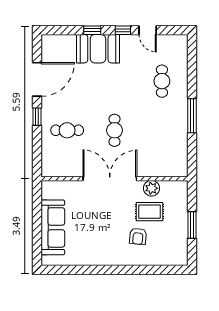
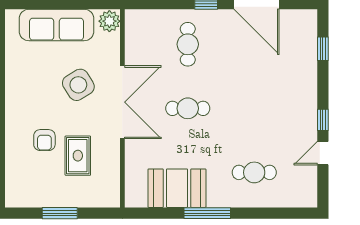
window: (92, 30) -> (323, 49), moved
booth: (98, 49) -> (177, 188), moved, turned 90
plant: (151, 188) -> (109, 21), moved
side table: (97, 211) -> (78, 85), added
armchair: (138, 236) -> (44, 140), turned -95

